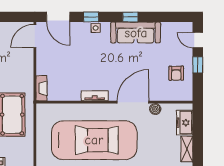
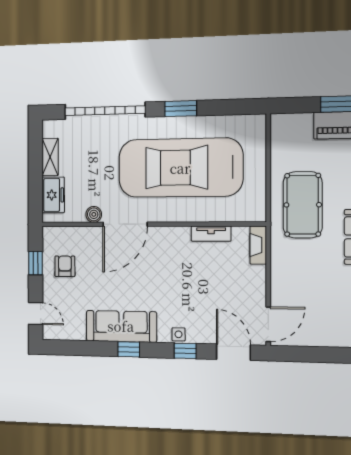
window: (198, 65) -> (35, 263), moved
tv unit: (95, 96) -> (211, 234), moved

